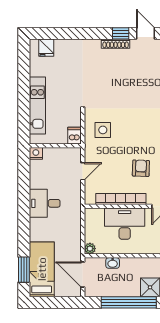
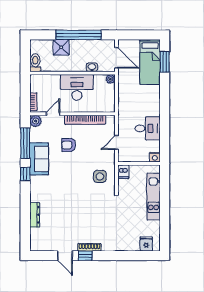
armchair: (141, 168) -> (69, 145), turned 88
desk: (45, 203) -> (148, 128), moved
desk: (125, 224) -> (77, 87), moved, turned 180

